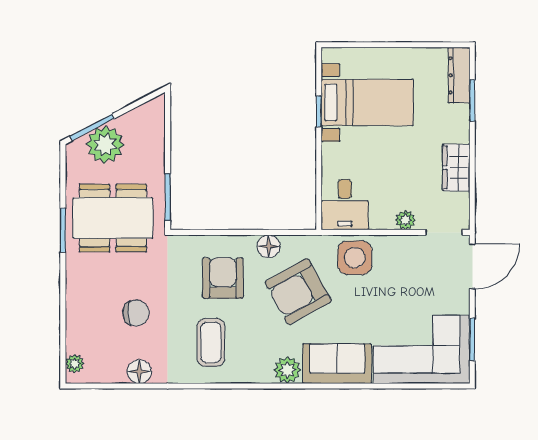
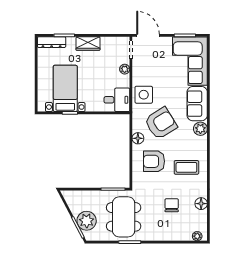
wardrobe: (456, 168) -> (88, 43), moved
armchair: (298, 292) -> (161, 123), turned -93

